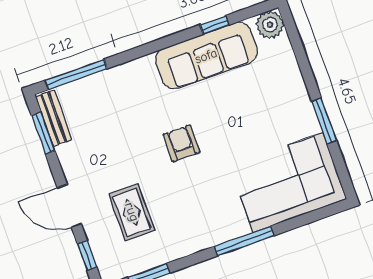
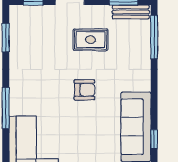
rug: (132, 212) -> (91, 40), moved

